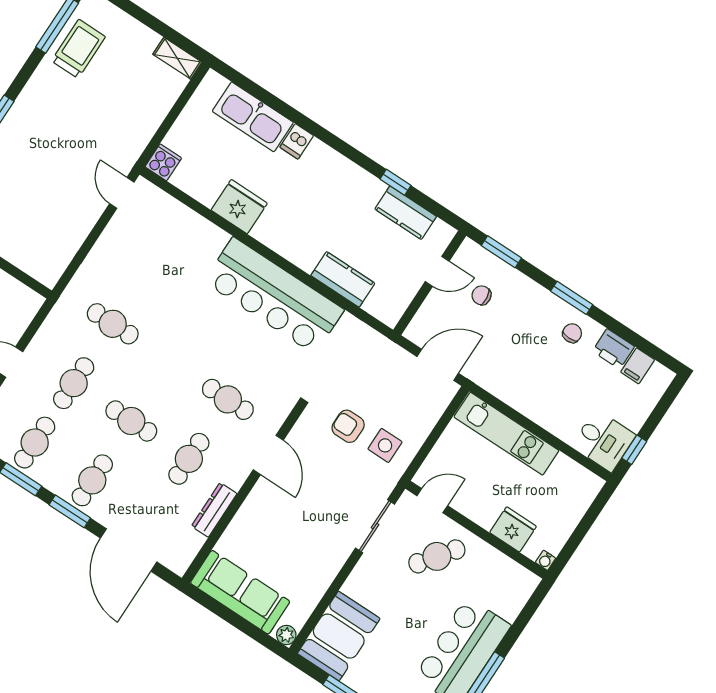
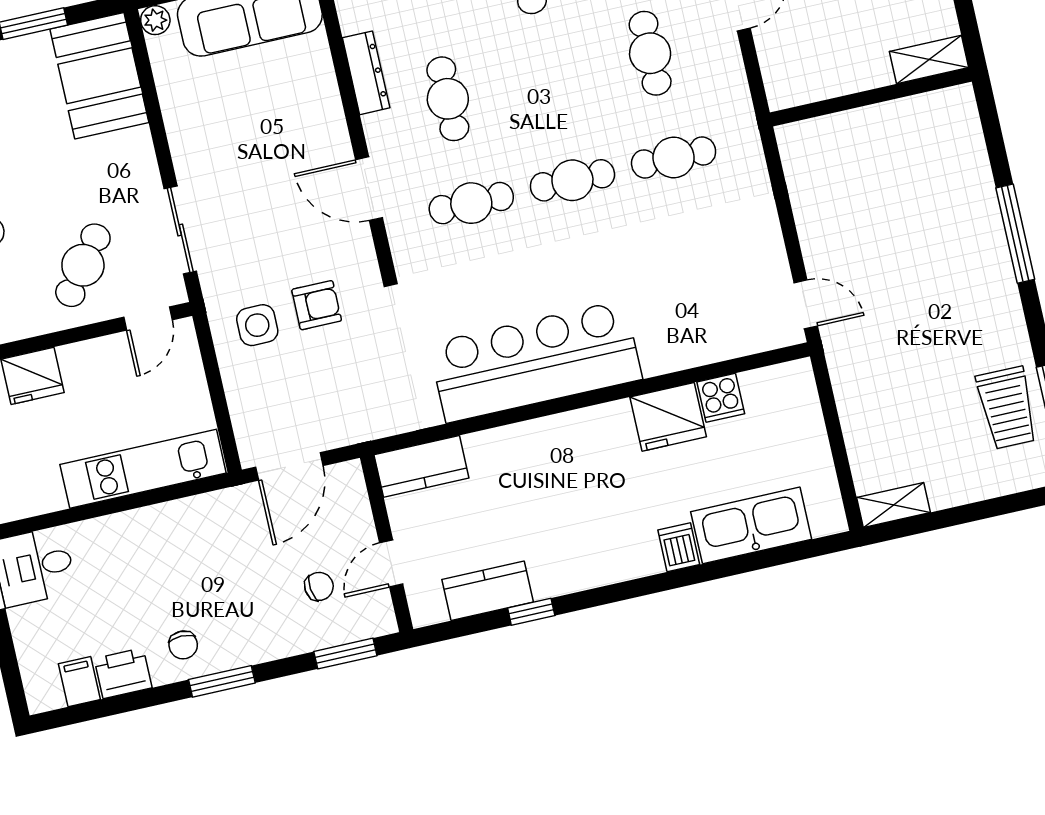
cooker: (163, 162) -> (721, 398), moved
kitchen counter: (343, 279) -> (421, 466), moved
cafe table: (131, 421) -> (572, 180), moved

